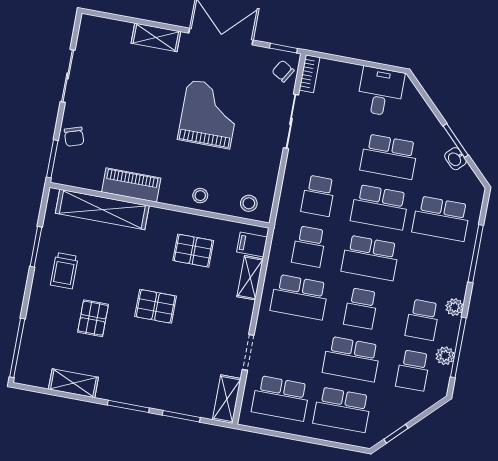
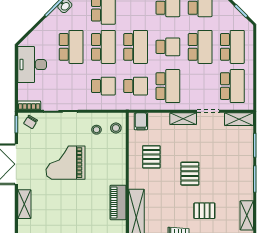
desk: (381, 92) -> (32, 65), width x1.37
stool: (200, 196) -> (96, 130), moved
shelving: (250, 278) -> (183, 119), moved

